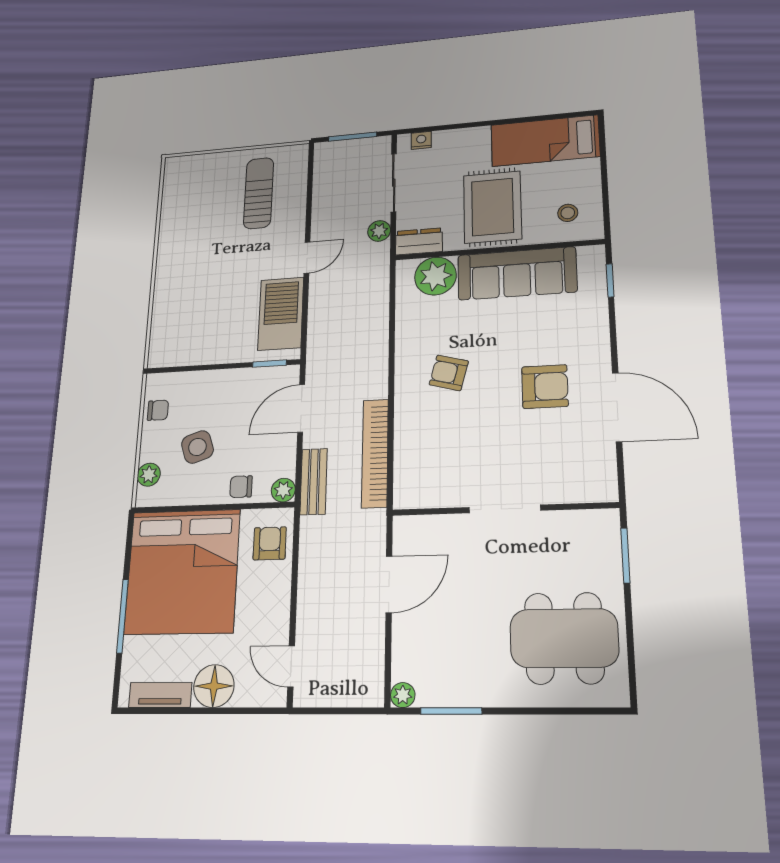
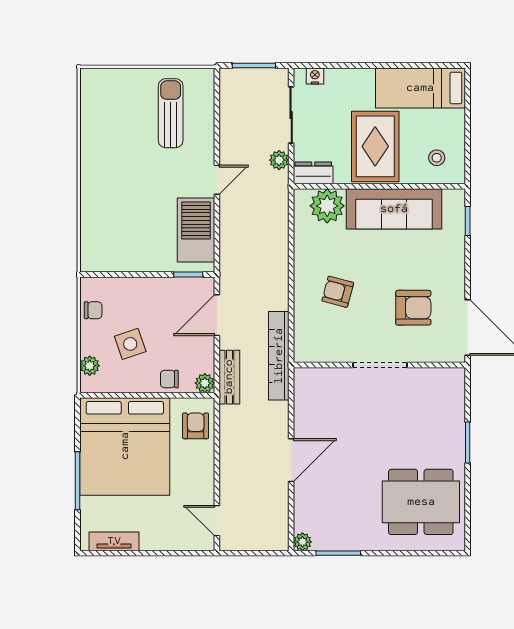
wall: (504, 509) -> (379, 365), moved
doorway: (505, 509) -> (380, 365), moved
floor lamp: (214, 686) -> (157, 535), removed

